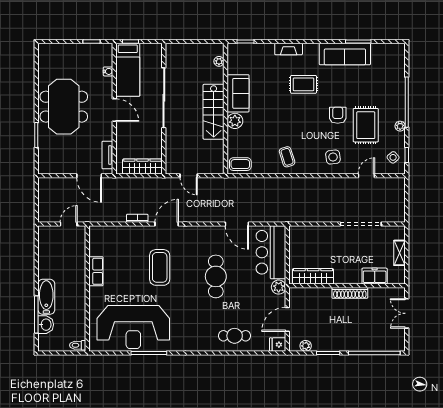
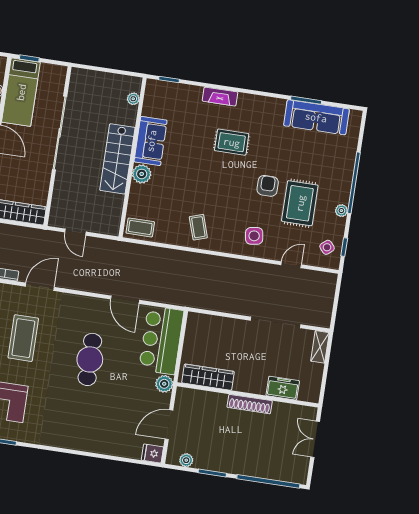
sofa: (345, 54) -> (316, 117), moved
shelving: (399, 253) -> (320, 347), moved
cafe table: (235, 336) -> (102, 435), removed

